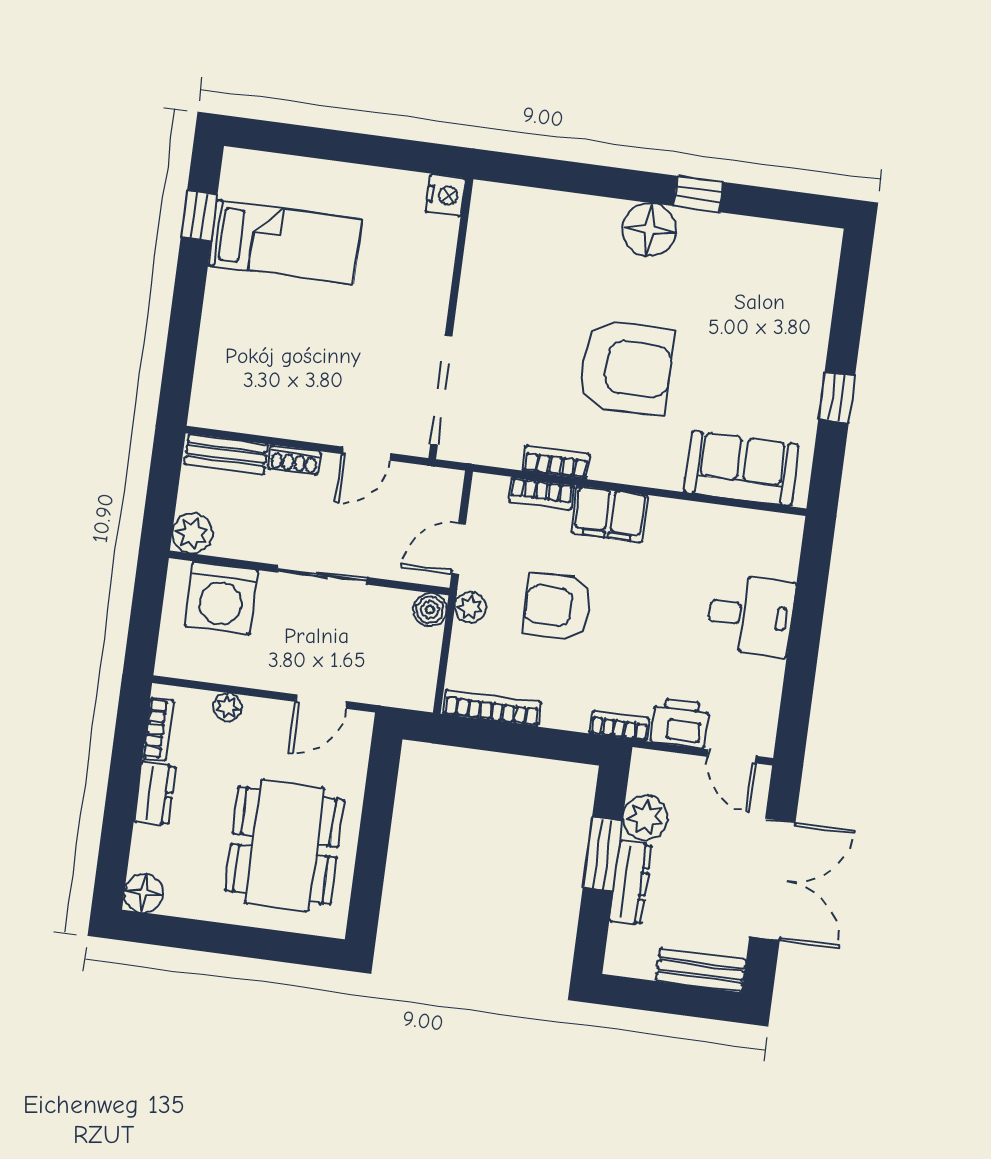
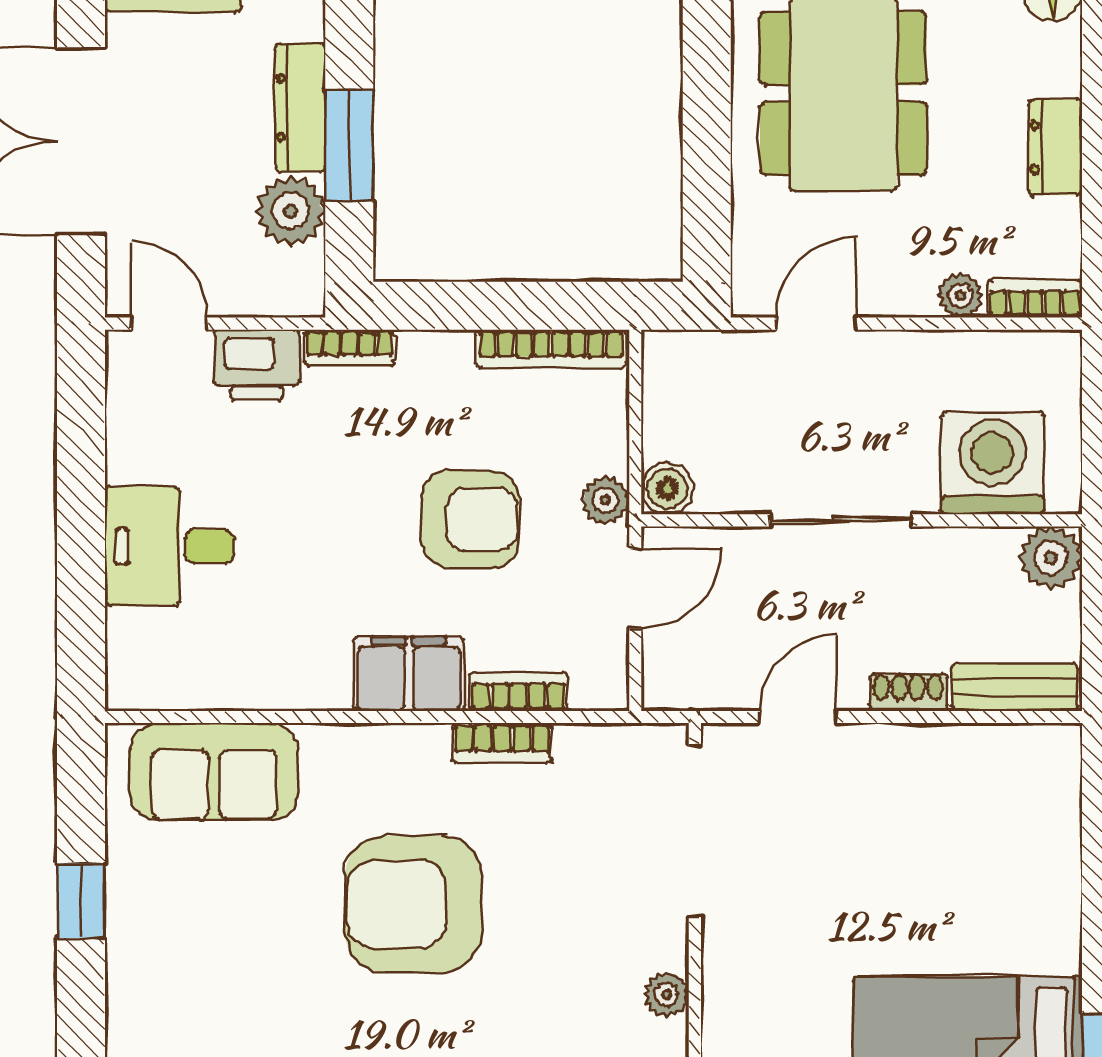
plant: (473, 289) -> (667, 994), added
bookcase: (158, 729) -> (1035, 299), moved, turned 90

